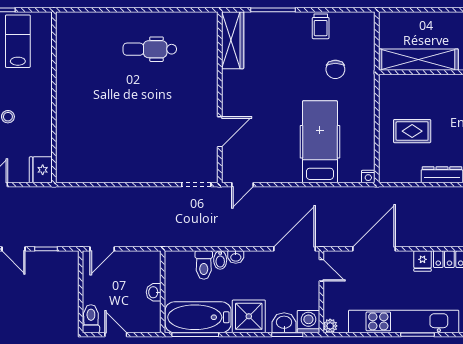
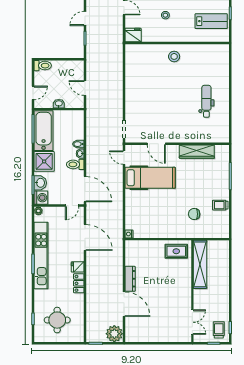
wardrobe: (233, 40) -> (197, 152), moved
stool: (76, 102) -> (174, 56), added
rug: (412, 131) -> (176, 251), moved, turned 90
hospital bed: (320, 142) -> (150, 178), moved
door: (102, 249) -> (85, 88), moved
toilet: (204, 265) -> (75, 164), moved
door: (116, 335) -> (33, 93), moved

